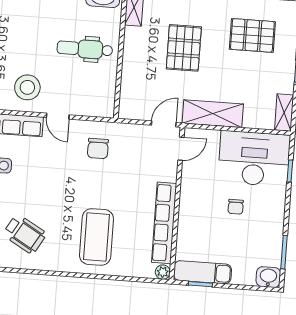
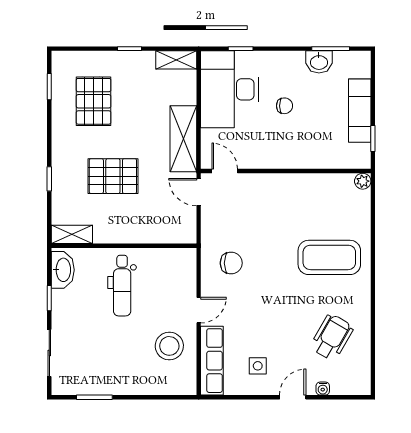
row of seats: (164, 223) -> (308, 184), removed
exam couch: (202, 272) -> (360, 111), moved
washbasin: (268, 277) -> (319, 62), moved, turned -90

